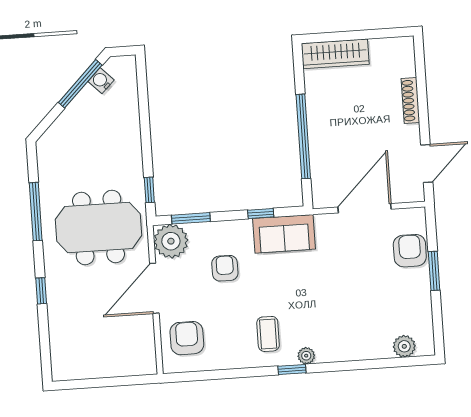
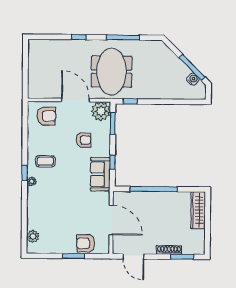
window: (421, 76) -> (182, 257), added
armchair: (410, 251) -> (86, 243), turned 180

